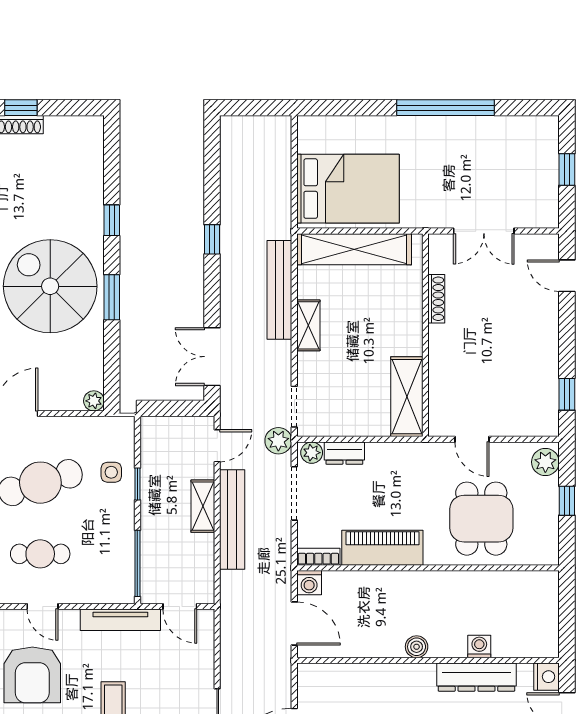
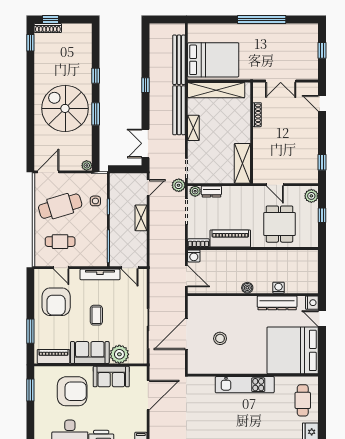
bench: (232, 519) -> (179, 60), moved

